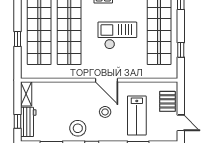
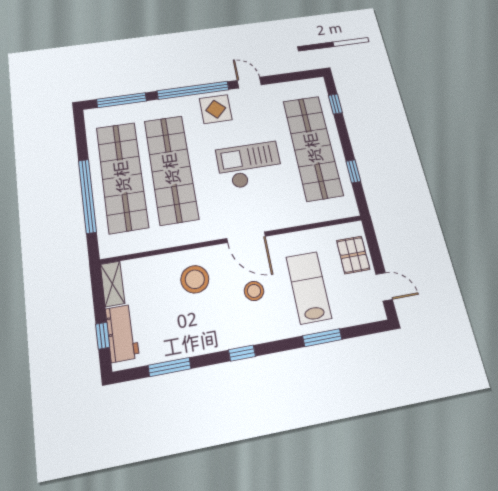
window: (17, 39) -> (87, 196), width x3.17
lab bench: (137, 116) -> (309, 287), turned 180
stool: (78, 128) -> (195, 279), moved

